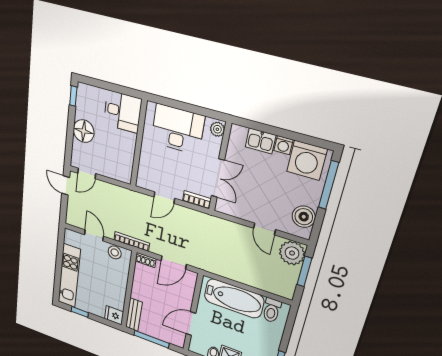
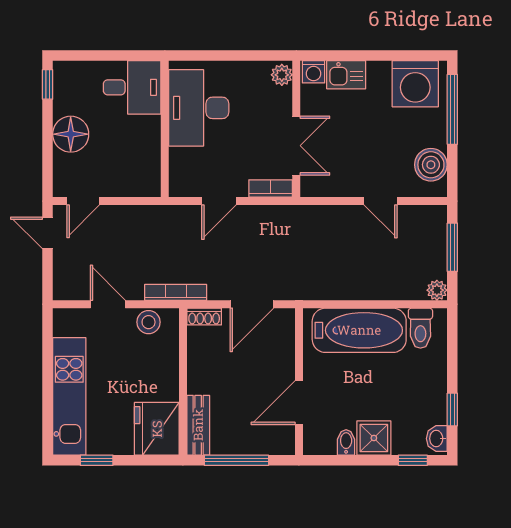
desk: (178, 129) -> (199, 108), moved, turned -90
washing machine: (283, 145) -> (314, 72), moved
plant: (292, 253) -> (437, 290), moved, width x0.53, depth x0.53
fridge: (114, 315) -> (157, 429), width x1.88, depth x1.34

